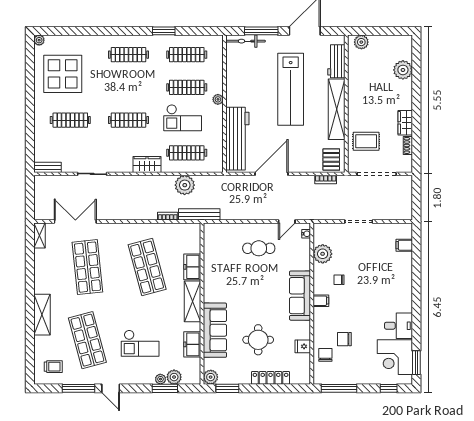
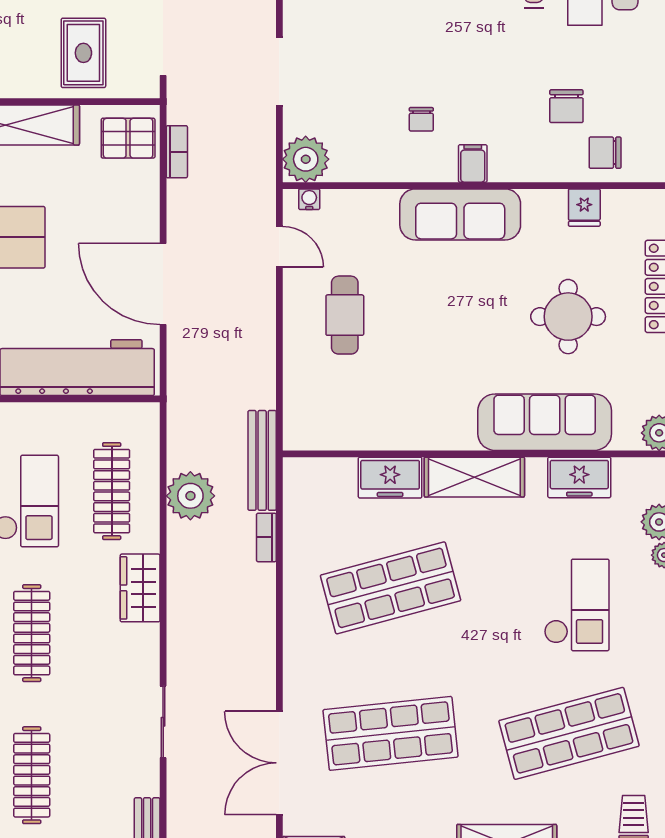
plant: (323, 254) -> (306, 159), moved

